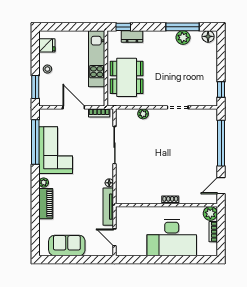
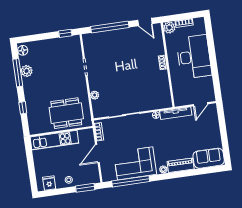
window: (123, 27) -> (23, 108), moved
dresser: (132, 36) -> (32, 113), removed
sofa: (67, 245) -> (209, 158), moved, turned 90

